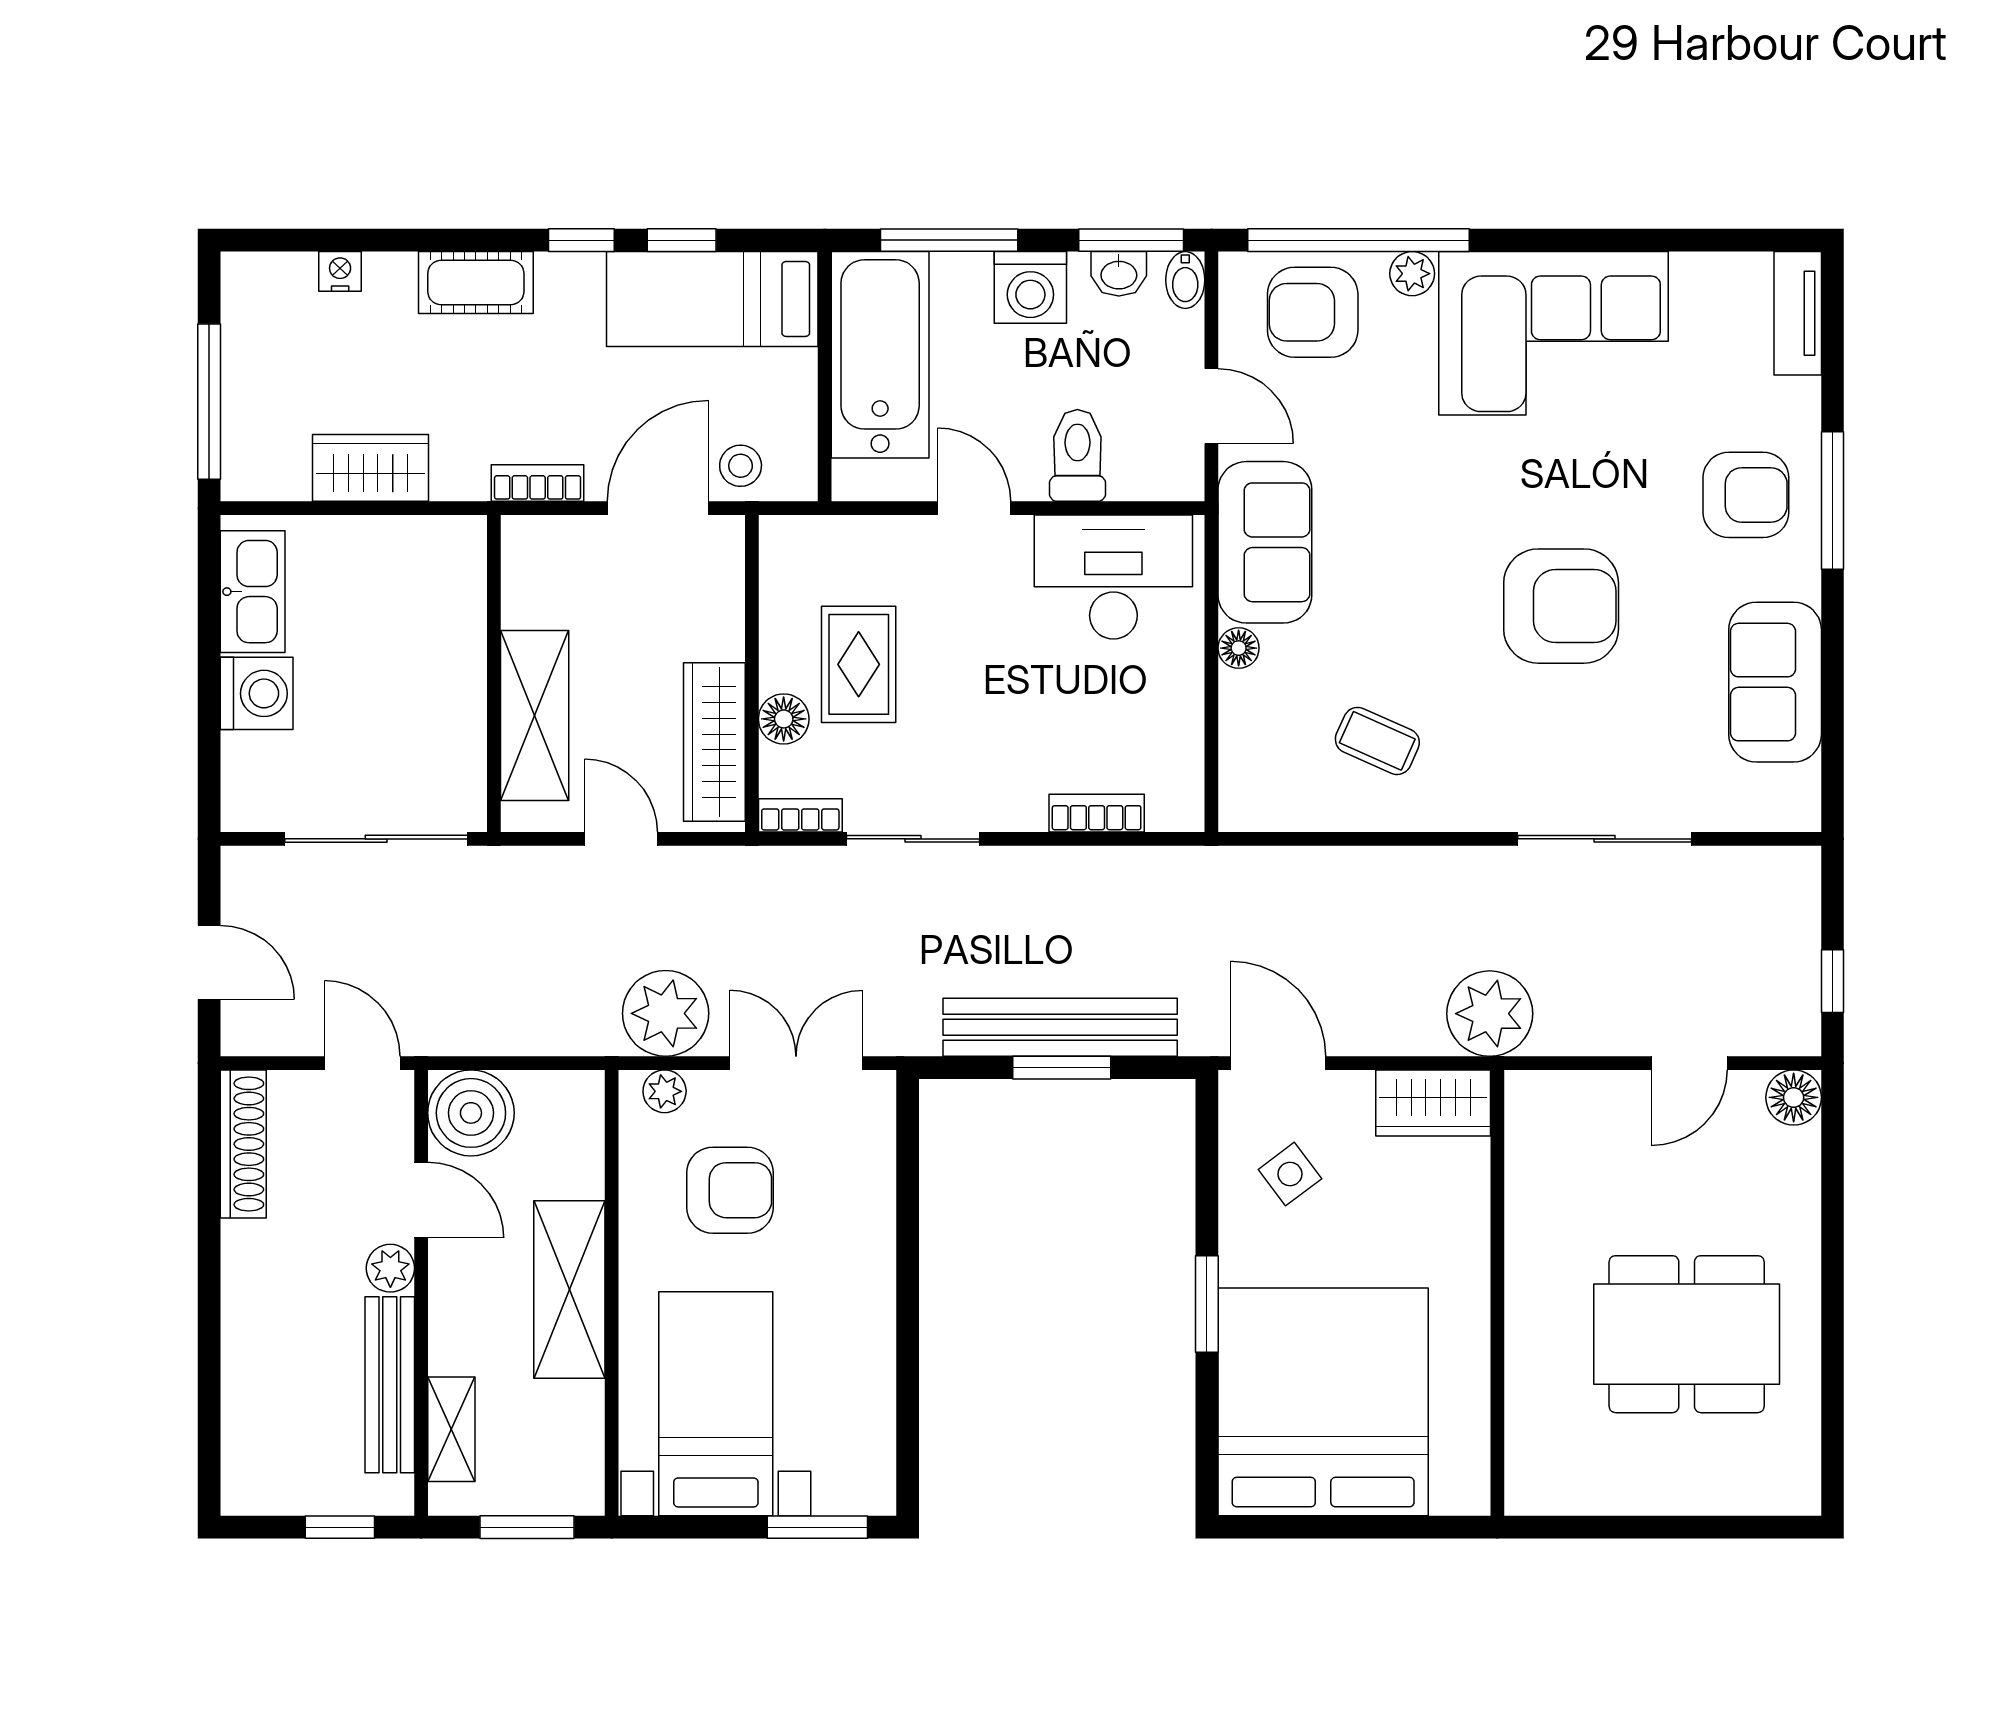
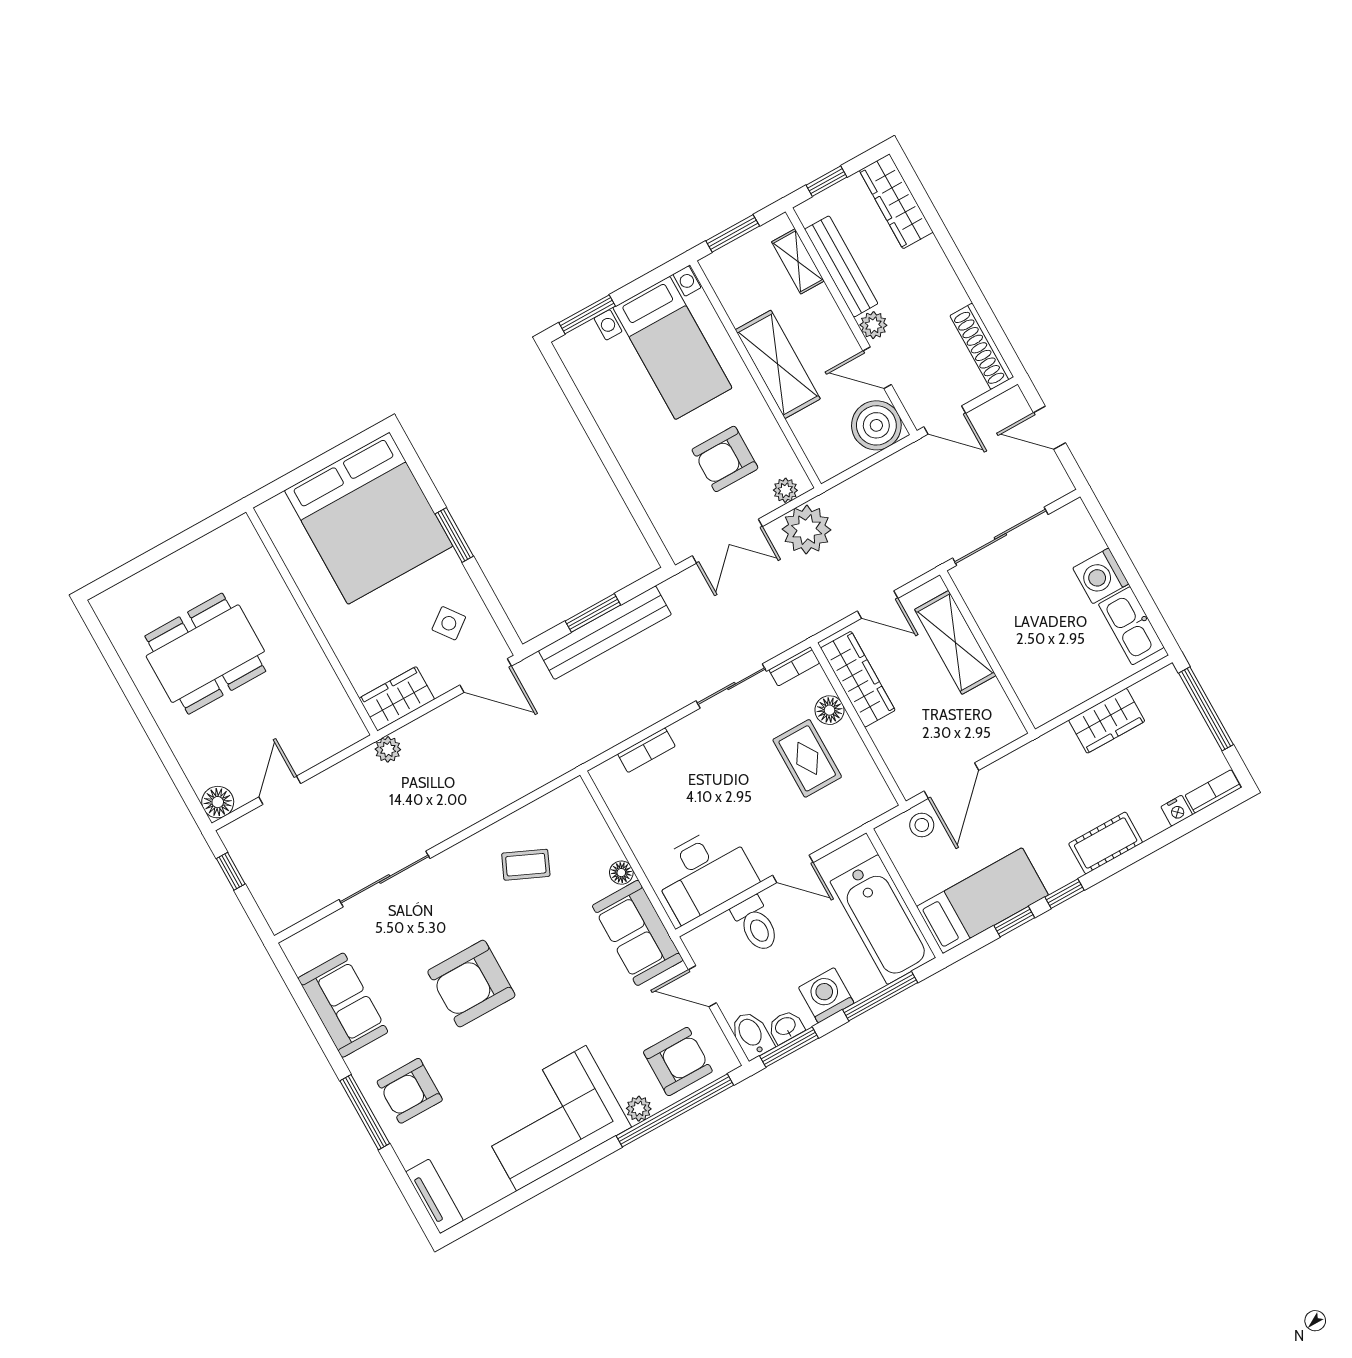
bidet: (1185, 280) -> (752, 1035), width x1.38, depth x1.36
bookcase: (538, 483) -> (1213, 791), moved, turned 180
plant: (1490, 1014) -> (388, 749), width x0.53, depth x0.53
wardrobe: (251, 1437) -> (896, 201), added

